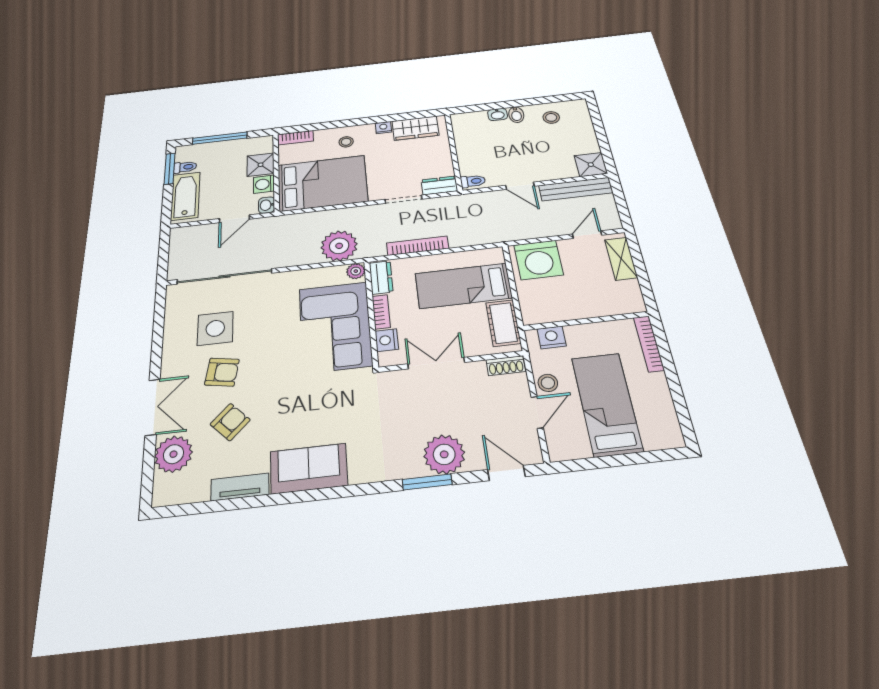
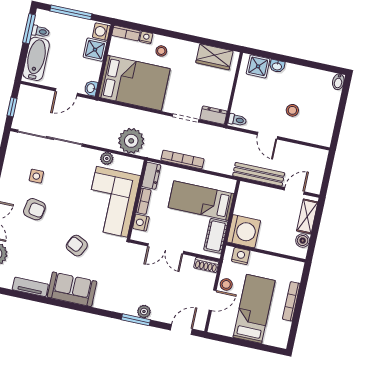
bidet: (516, 115) -> (338, 82), moved
stool: (551, 117) -> (292, 110), moved
nightstand: (383, 128) -> (146, 38), moved
shower: (591, 165) -> (258, 66), moved
washing machine: (264, 184) -> (101, 32), moved
bench: (576, 189) -> (259, 174), moved
window: (163, 257) -> (12, 107), added
washing machine: (538, 260) -> (244, 231), moved, turned -90
plant: (356, 271) -> (107, 158), moved
boiler: (631, 290) -> (303, 241), added
side table: (215, 328) -> (36, 176), width x0.54, depth x0.54
bookcase: (649, 344) -> (291, 301), moved
double door: (436, 363) -> (166, 249), swing flipped
armchair: (230, 422) -> (77, 246), moved, turned -109
plant: (444, 454) -> (144, 311), width x0.53, depth x0.53
door: (506, 473) -> (181, 330), hinge flipped

